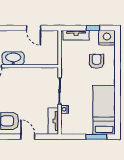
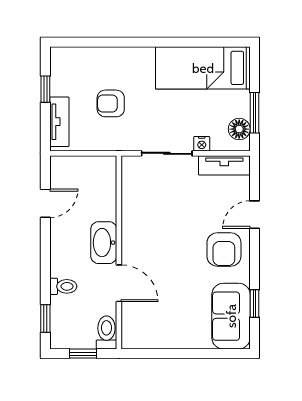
nightstand: (107, 38) -> (64, 62), removed
armchair: (97, 61) -> (111, 103), moved
floor lamp: (72, 129) -> (239, 129), added
window: (96, 137) -> (255, 113), moved

